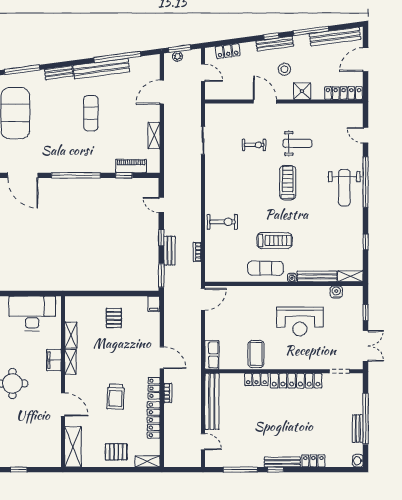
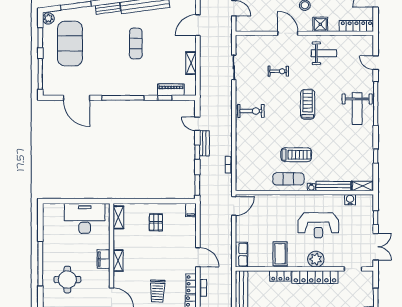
weight bench: (297, 143) -> (324, 53), moved
exercise bike: (222, 222) -> (251, 111), moved
bench: (169, 251) -> (204, 143), moved
shelving: (71, 335) -> (118, 217), moved
plant: (297, 360) -> (316, 259), added

